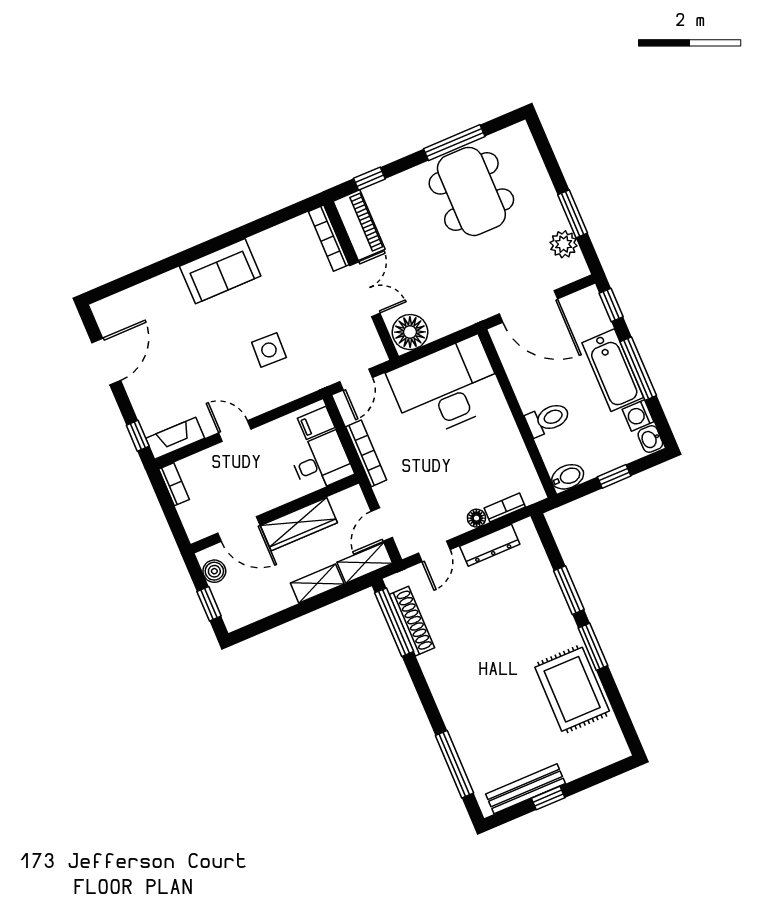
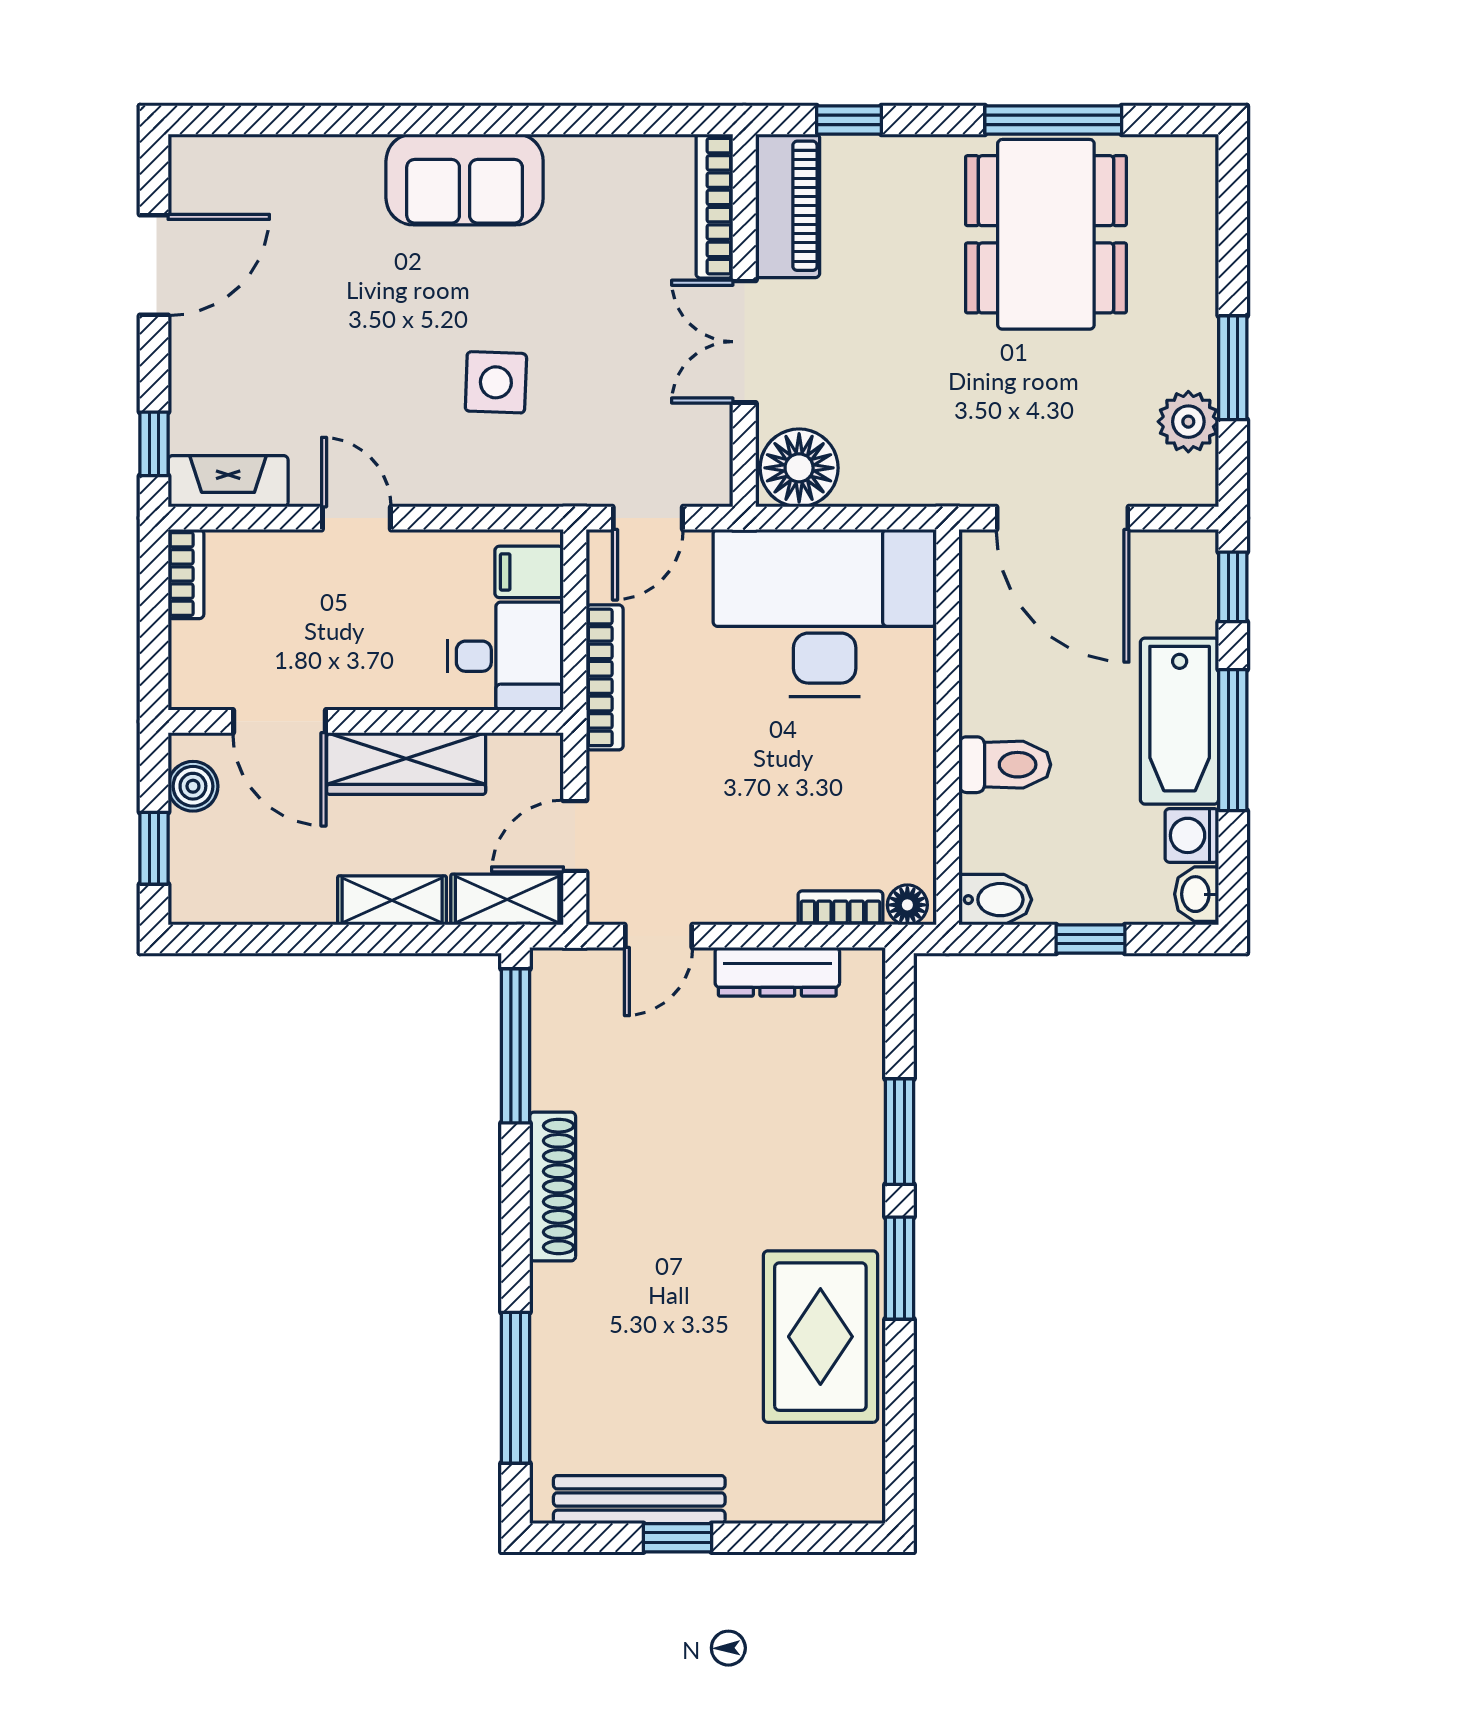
double door: (365, 289) -> (744, 342), swing flipped
floor lamp: (476, 518) -> (907, 905), moved
shoe rack: (412, 621) -> (553, 1186), moved

